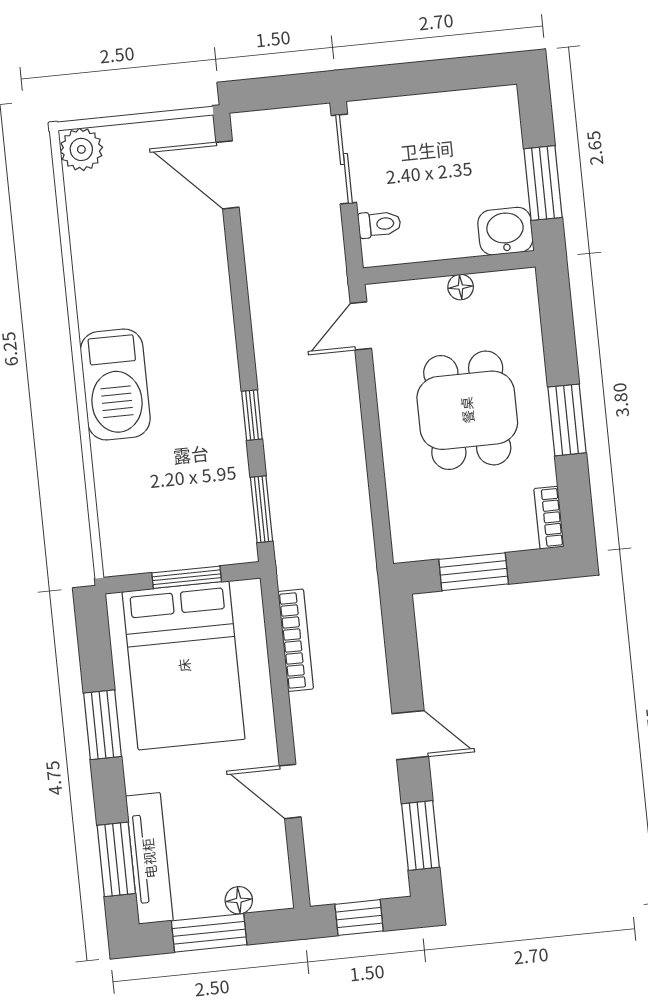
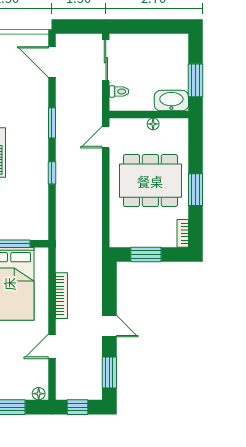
washbasin: (505, 231) -> (171, 101), width x1.38
dining table: (467, 410) -> (150, 181), width x1.38
window: (262, 509) -> (52, 123), moved
bookcase: (296, 640) -> (61, 296), moved
door: (290, 791) -> (52, 346), hinge flipped
floor lamp: (239, 900) -> (39, 394), moved

